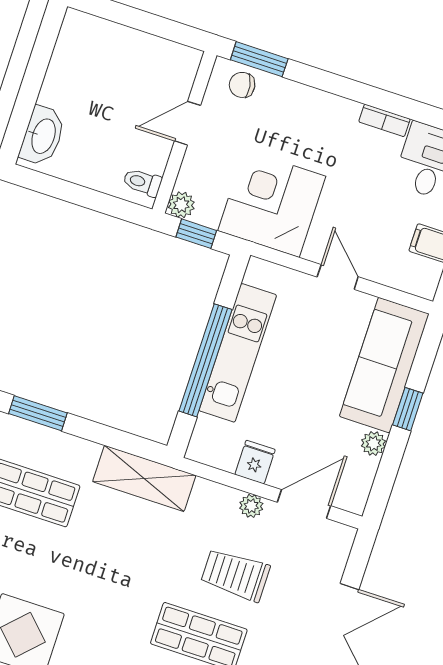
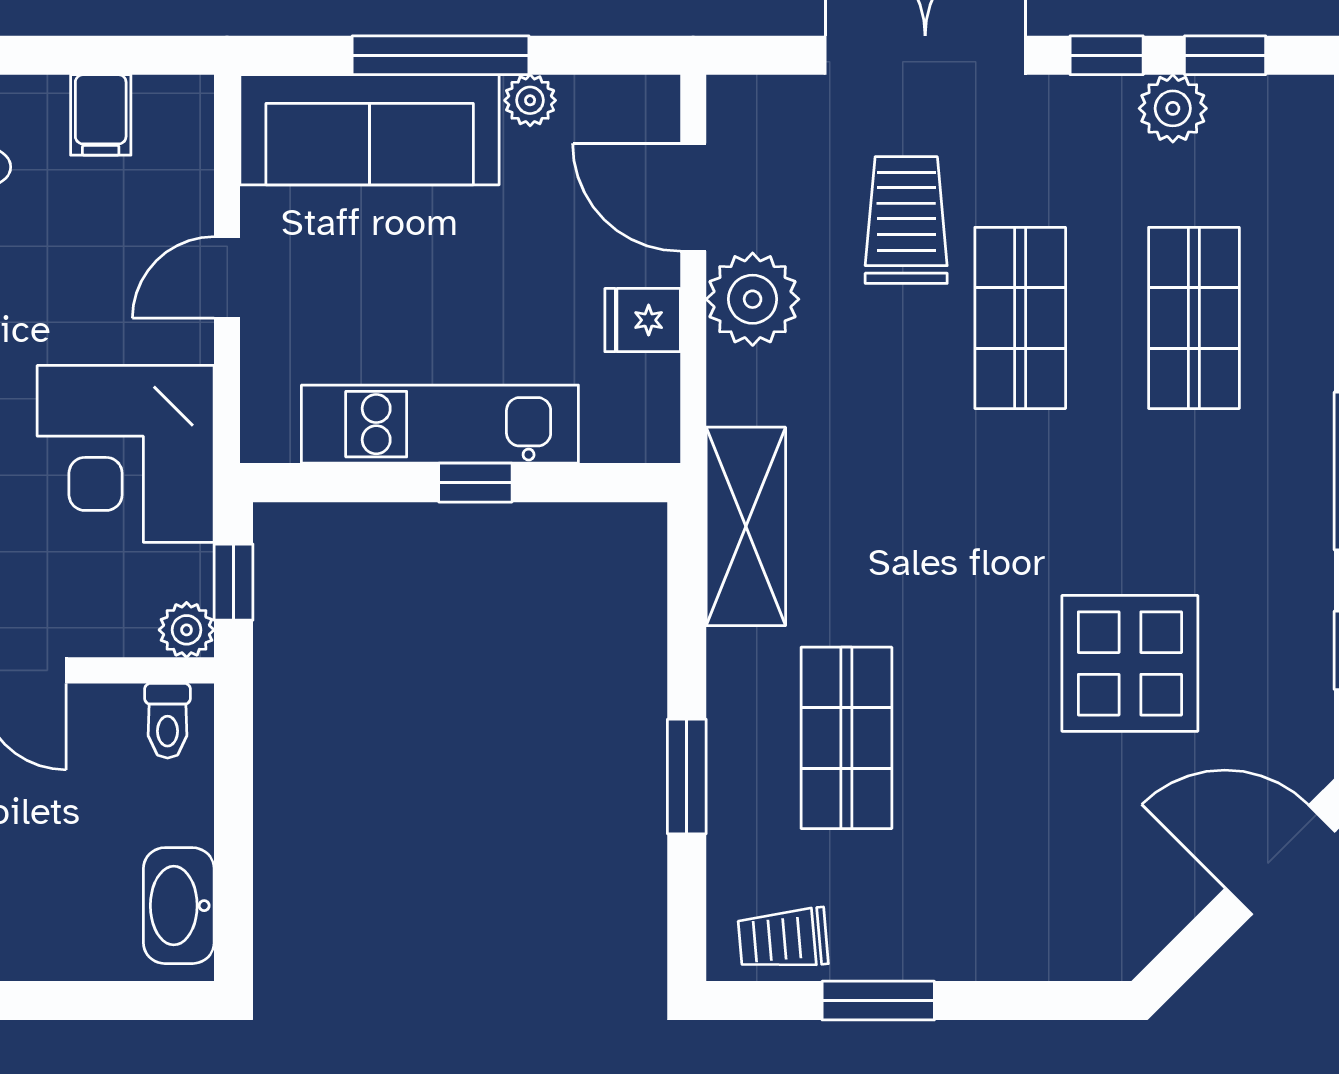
washbasin: (43, 136) -> (179, 906), moved, turned -90
window: (205, 360) -> (475, 483), width x0.32
window: (408, 409) -> (441, 55), width x2.17
plant: (251, 506) -> (753, 299), width x1.87, depth x1.87
trolley: (235, 575) -> (906, 220), moved, turned 180

